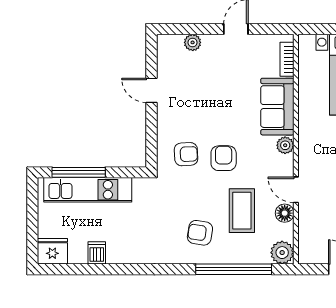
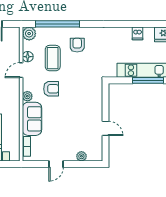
armchair: (186, 154) -> (85, 91), removed
armchair: (224, 158) -> (51, 89), moved, turned -90
door: (296, 190) -> (21, 70), swing flipped
armchair: (200, 233) -> (77, 45), turned -99

